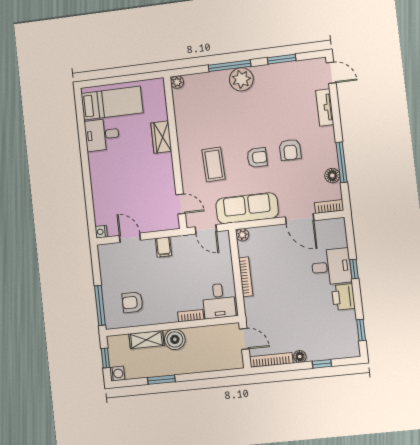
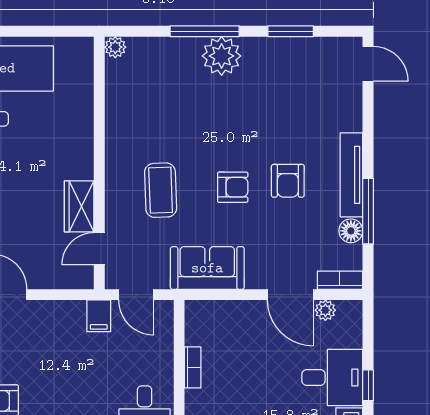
tv unit: (325, 107) -> (351, 175), moved, width x1.41
wardrobe: (161, 137) -> (79, 206), moved
door: (181, 204) -> (99, 249), swing flipped
sofa: (247, 208) -> (207, 268), width x0.73
plant: (242, 235) -> (325, 310), moved
filing cabinet: (164, 247) -> (99, 316), moved
bookcase: (246, 277) -> (193, 367), width x0.64

